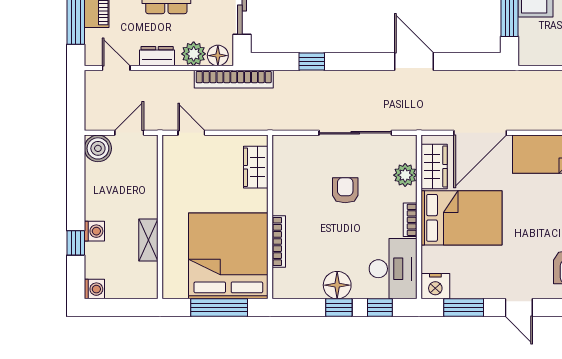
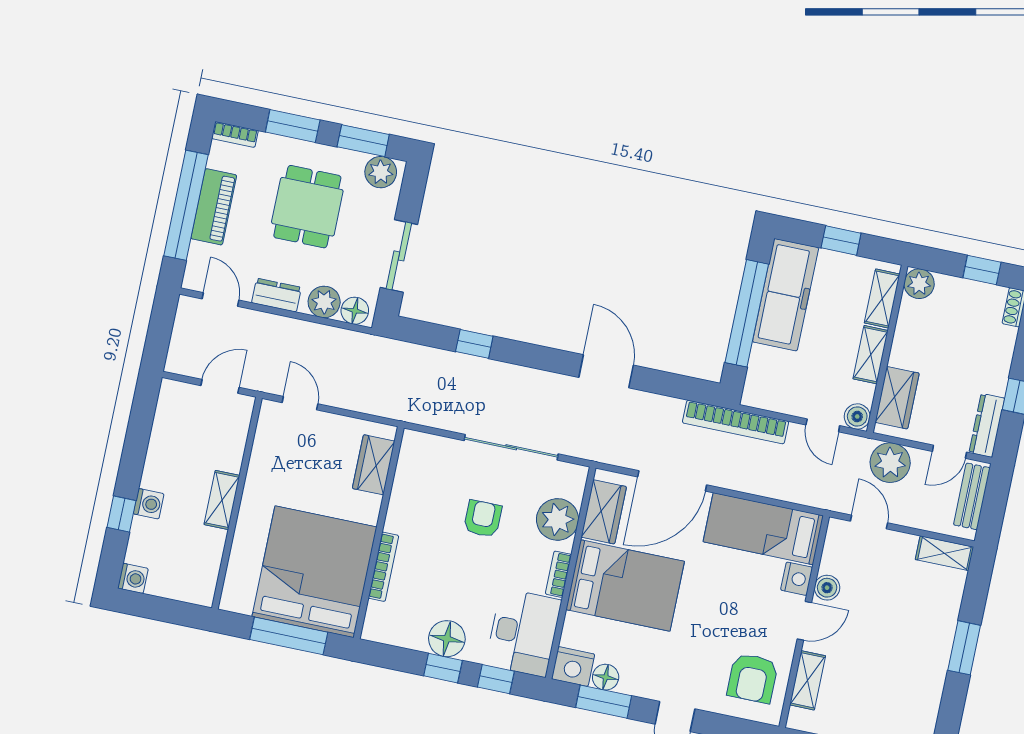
bookcase: (234, 79) -> (735, 422), moved
boiler: (98, 148) -> (175, 398), removed
plant: (405, 175) -> (557, 519), width x1.36, depth x1.36
shelving: (148, 240) -> (222, 500), moved
floor lamp: (461, 289) -> (606, 677), added

